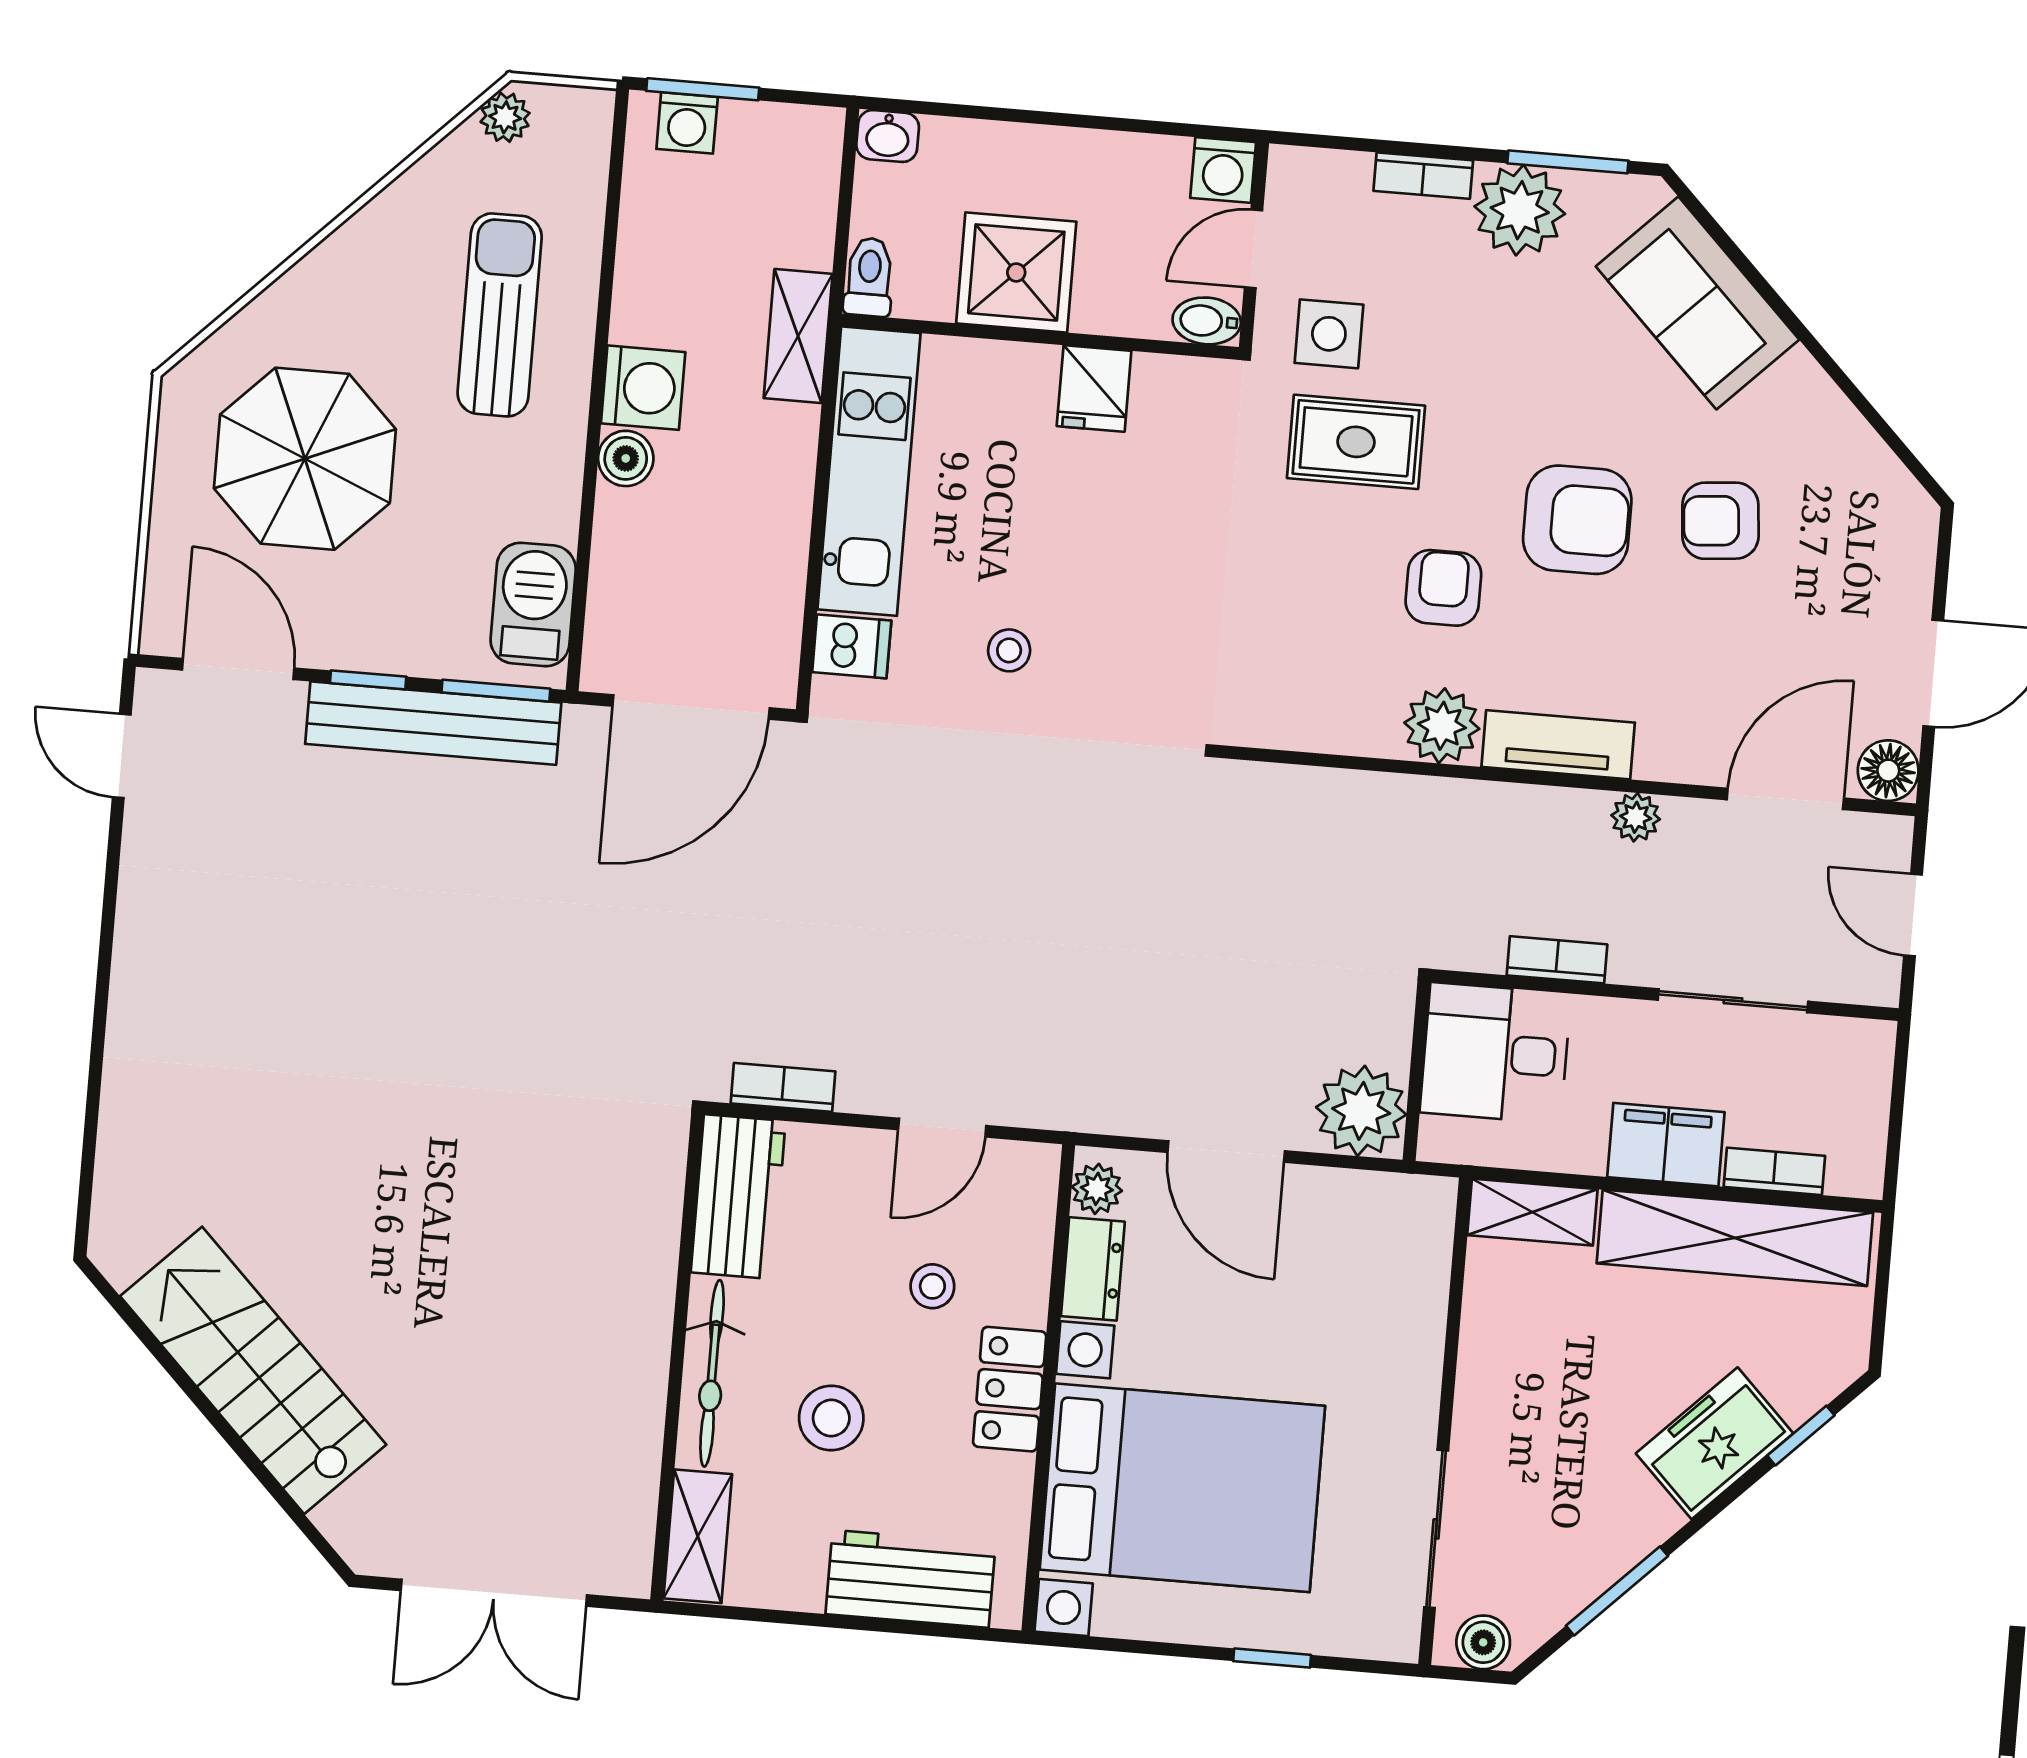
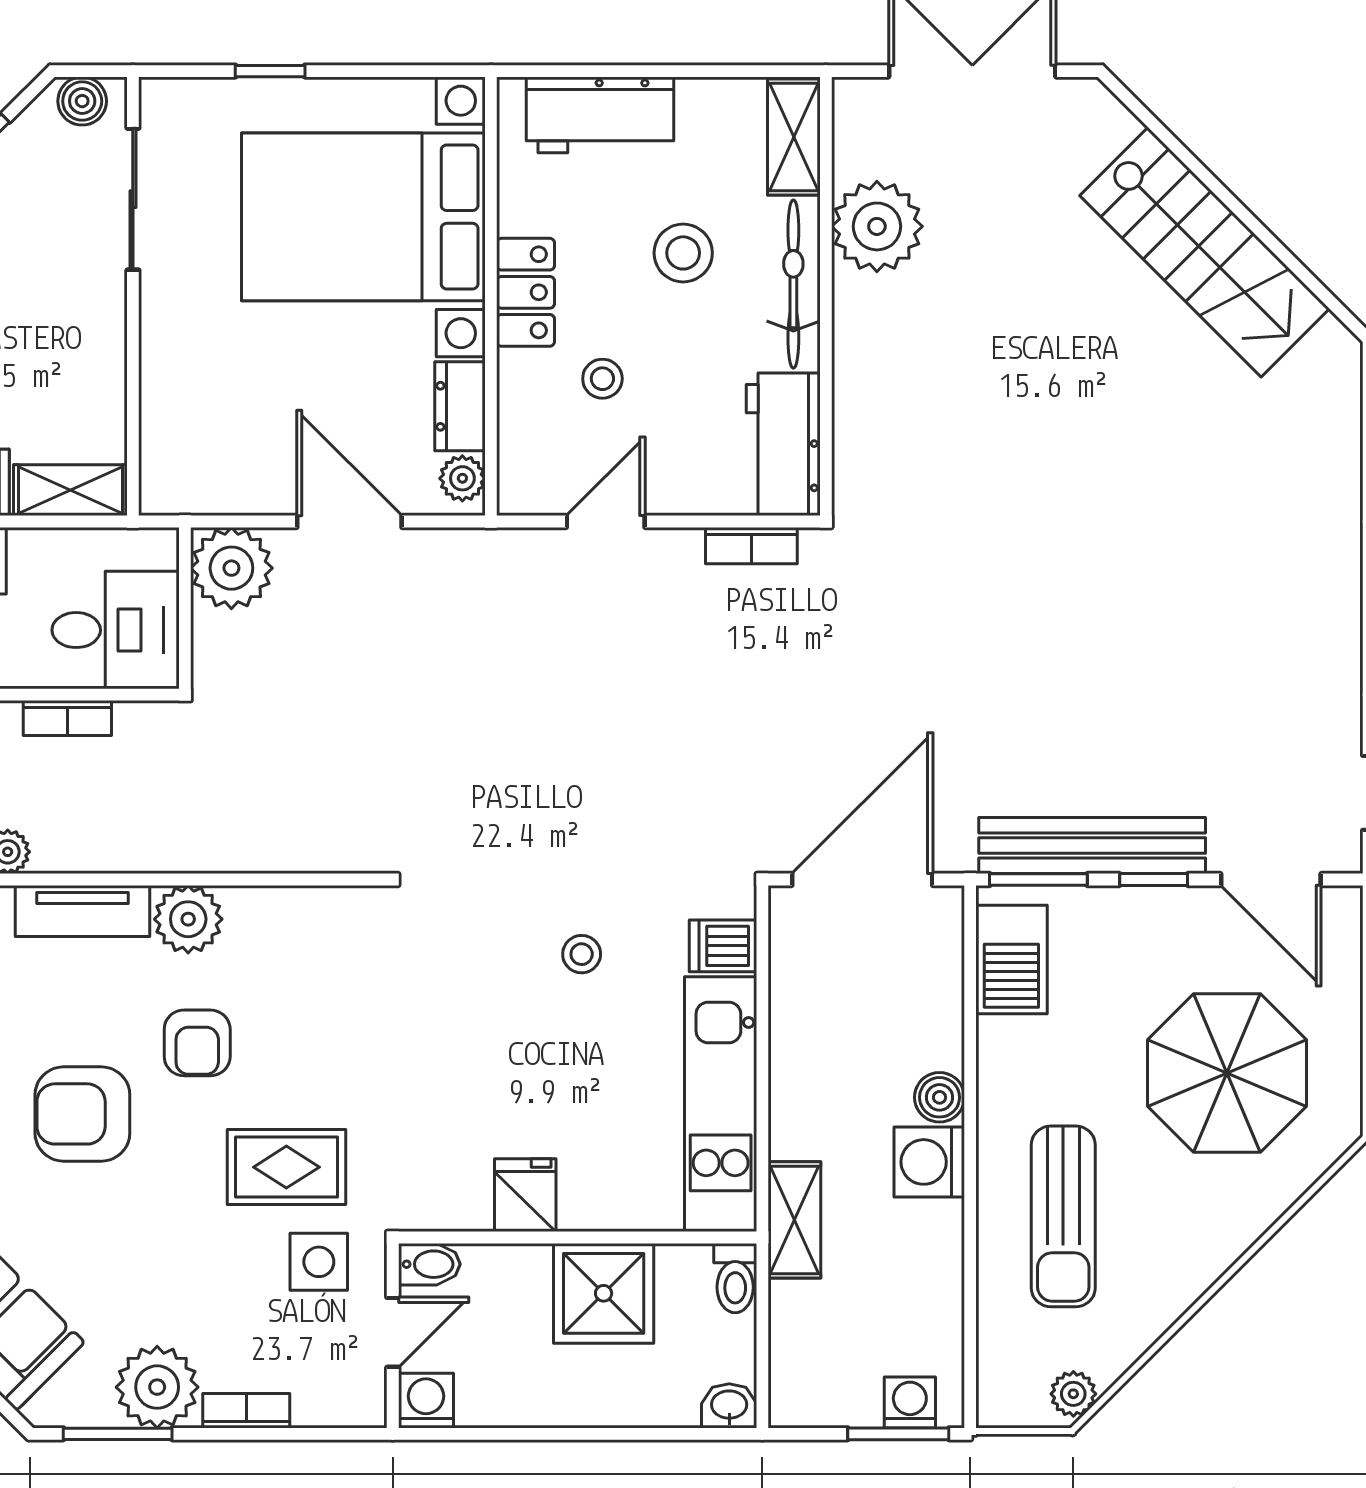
plant: (614, 1429) -> (877, 226), added

